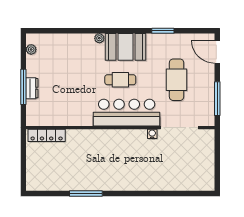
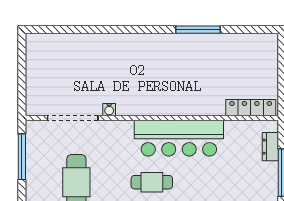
dresser: (32, 88) -> (270, 147), moved
bar counter: (127, 113) -> (179, 138), moved

